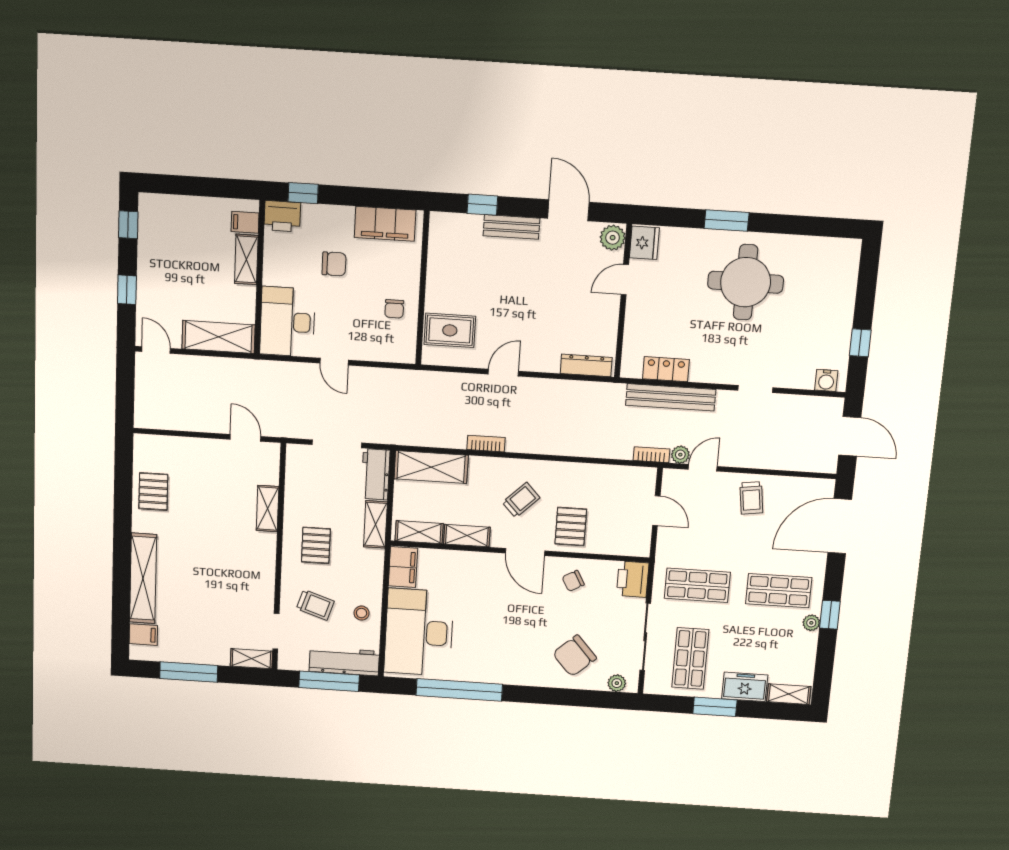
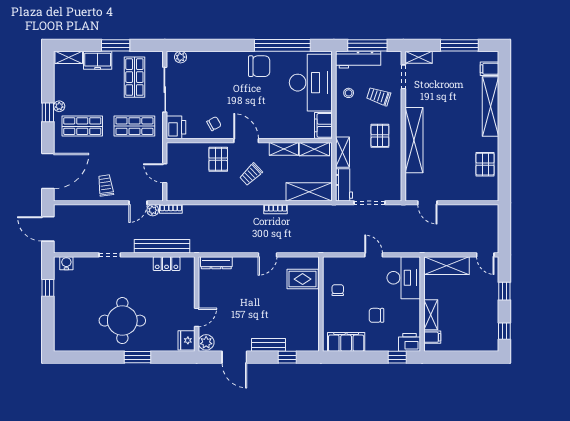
shelving: (268, 509) -> (414, 140), width x2.20, depth x1.33
chair: (574, 656) -> (259, 66), moved, turned 42

